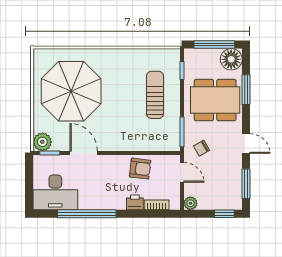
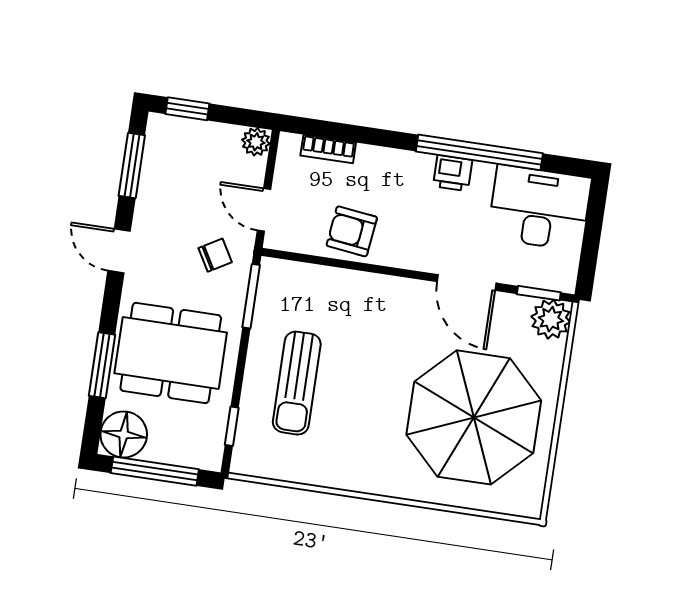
printer: (135, 202) -> (453, 173), moved

